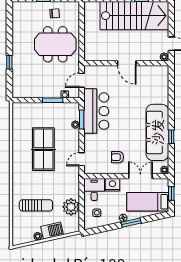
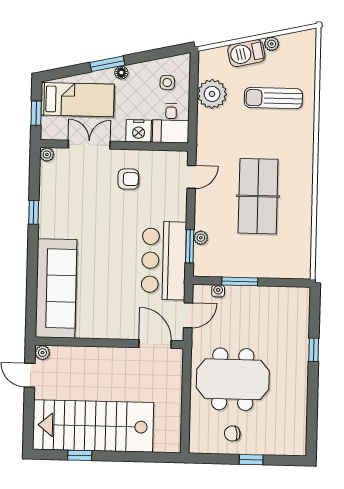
door: (127, 63) -> (155, 344), moved
sofa: (157, 132) -> (56, 288), moved
double door: (140, 176) -> (89, 145), swing flipped

